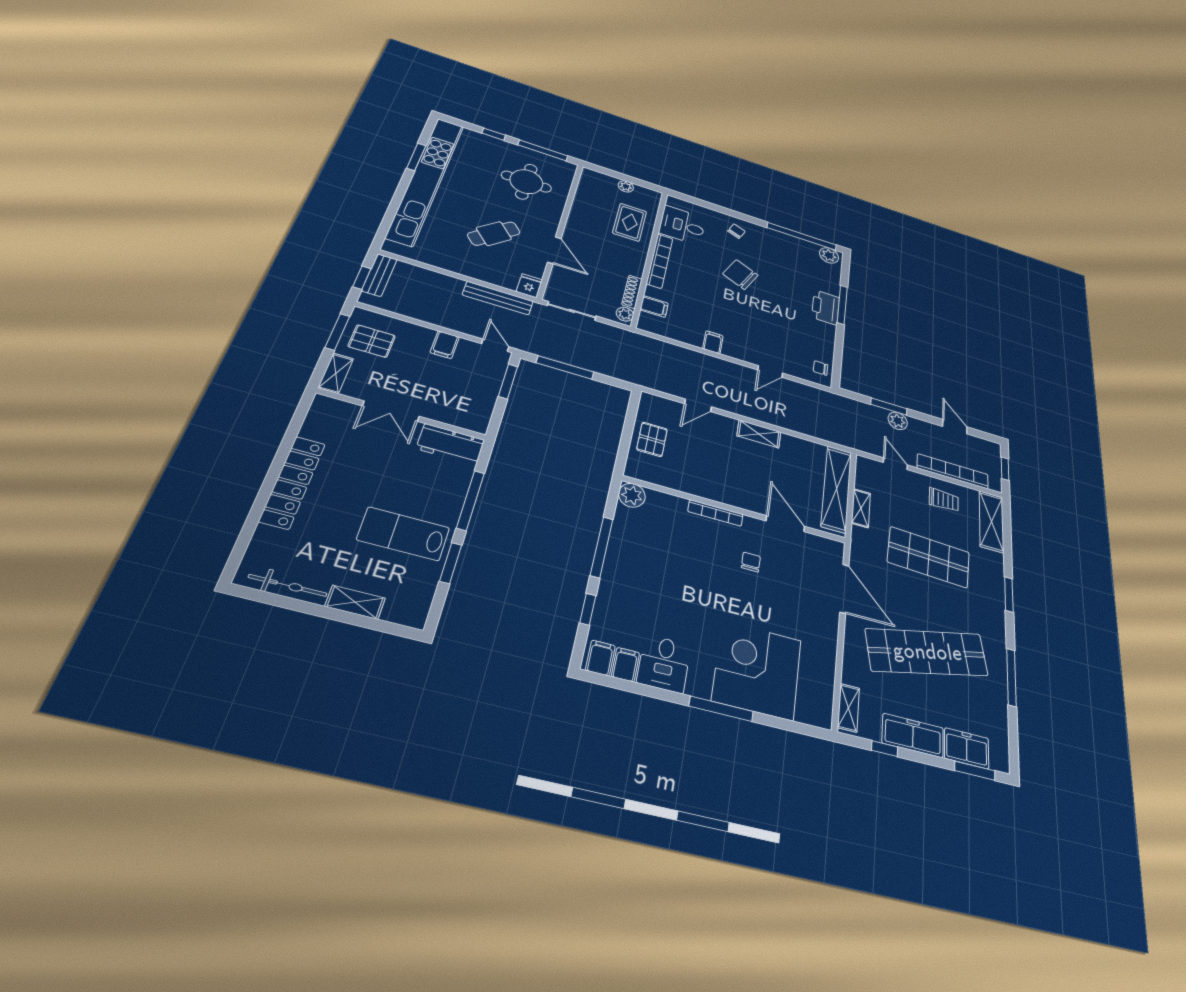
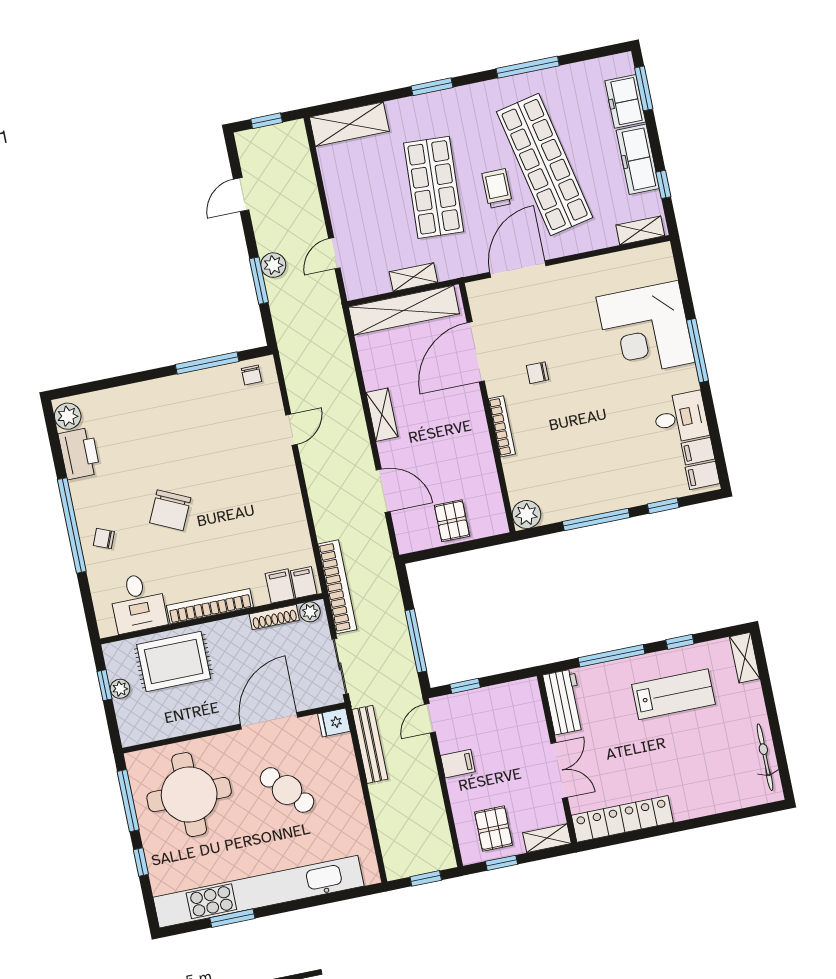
window: (633, 180) -> (104, 685), added
round table: (526, 182) -> (189, 795), width x1.36, depth x1.36
rug: (630, 222) -> (174, 661), width x1.36, depth x1.43
window: (802, 236) -> (72, 525), moved
door: (554, 250) -> (269, 721), width x1.36
bench: (379, 275) -> (412, 865), removed
window: (842, 305) -> (207, 363), moved
printer: (825, 307) -> (79, 453), moved, turned -90
window: (337, 332) -> (502, 863), width x0.67
filing cabinet: (713, 342) -> (304, 582), moved, turned 90
door: (770, 372) -> (291, 430), hinge flipped
window: (508, 381) -> (465, 686), width x0.67
door: (698, 405) -> (383, 491), width x1.38
pallet: (652, 439) -> (452, 521), turned 90
bookcase: (953, 471) -> (337, 587), moved, turned 180
locker: (292, 482) -> (622, 819), moved
trolley: (944, 500) -> (497, 189), moved
door: (785, 524) -> (476, 352), width x1.36
lab bench: (403, 534) -> (673, 694), turned -90
window: (451, 563) -> (680, 642), width x0.67
shelving: (355, 602) -> (745, 658), moved

